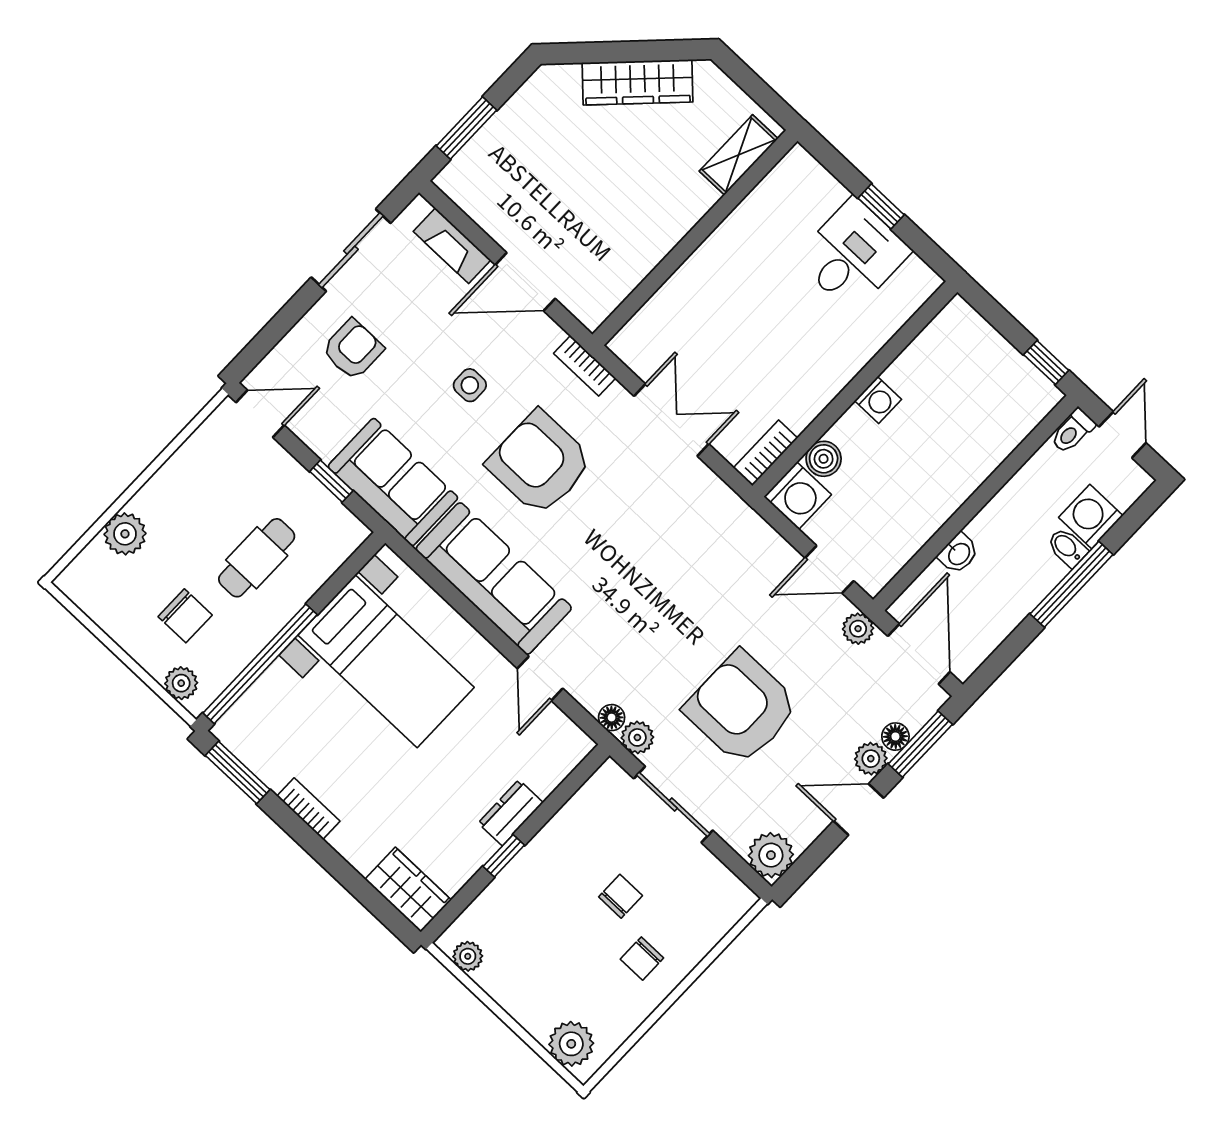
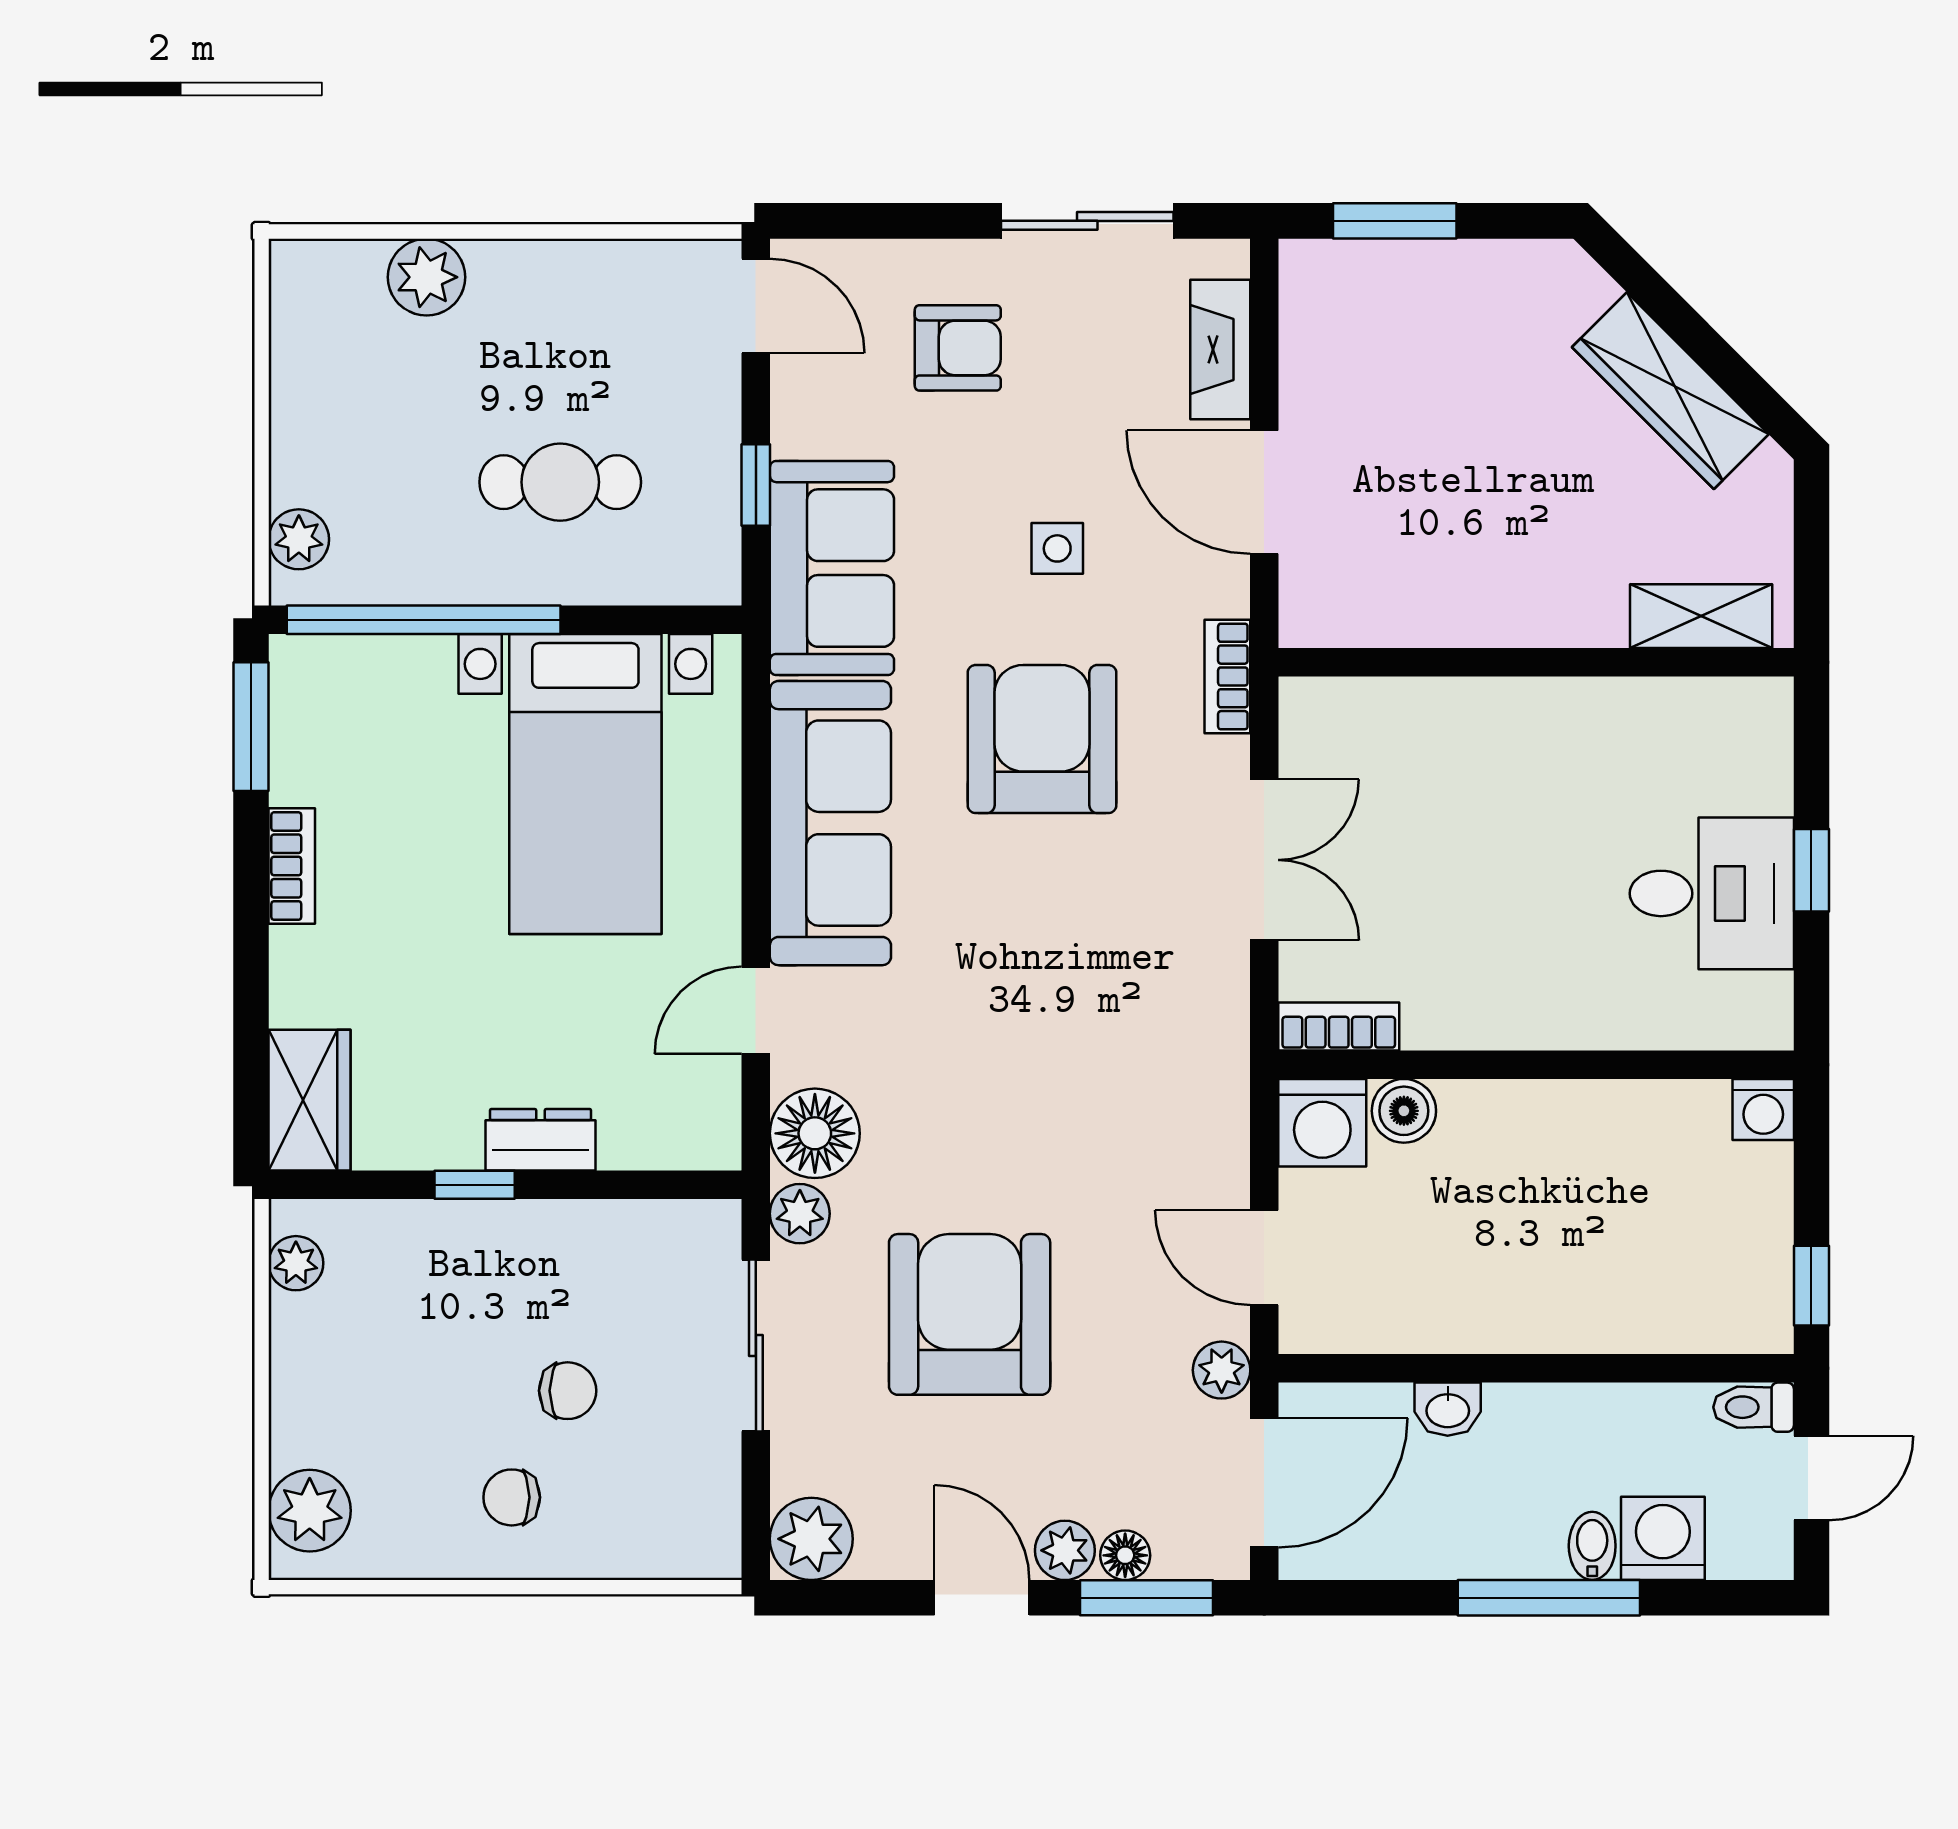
washing machine: (878, 400) -> (1763, 1109), moved
chair: (185, 616) -> (393, 460), removed
floor lamp: (612, 718) -> (815, 1133), width x1.89, depth x1.89

